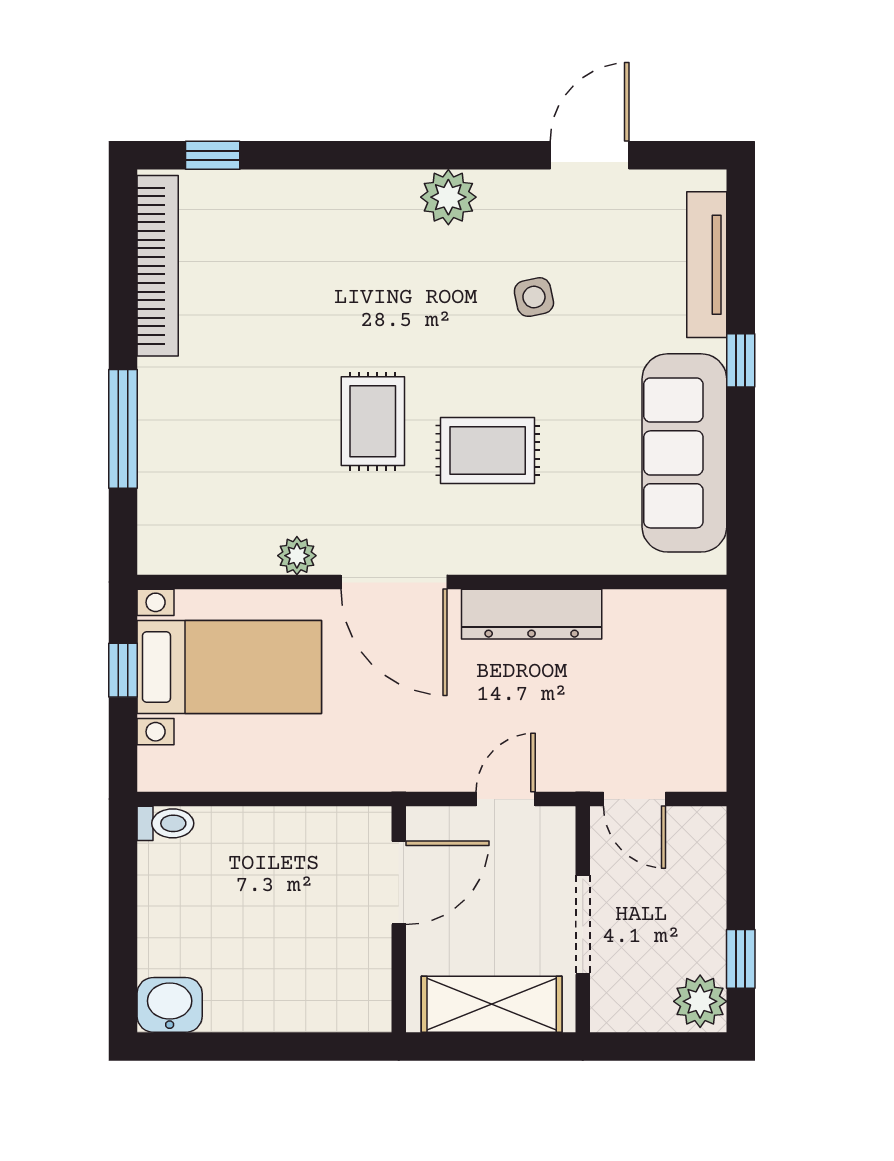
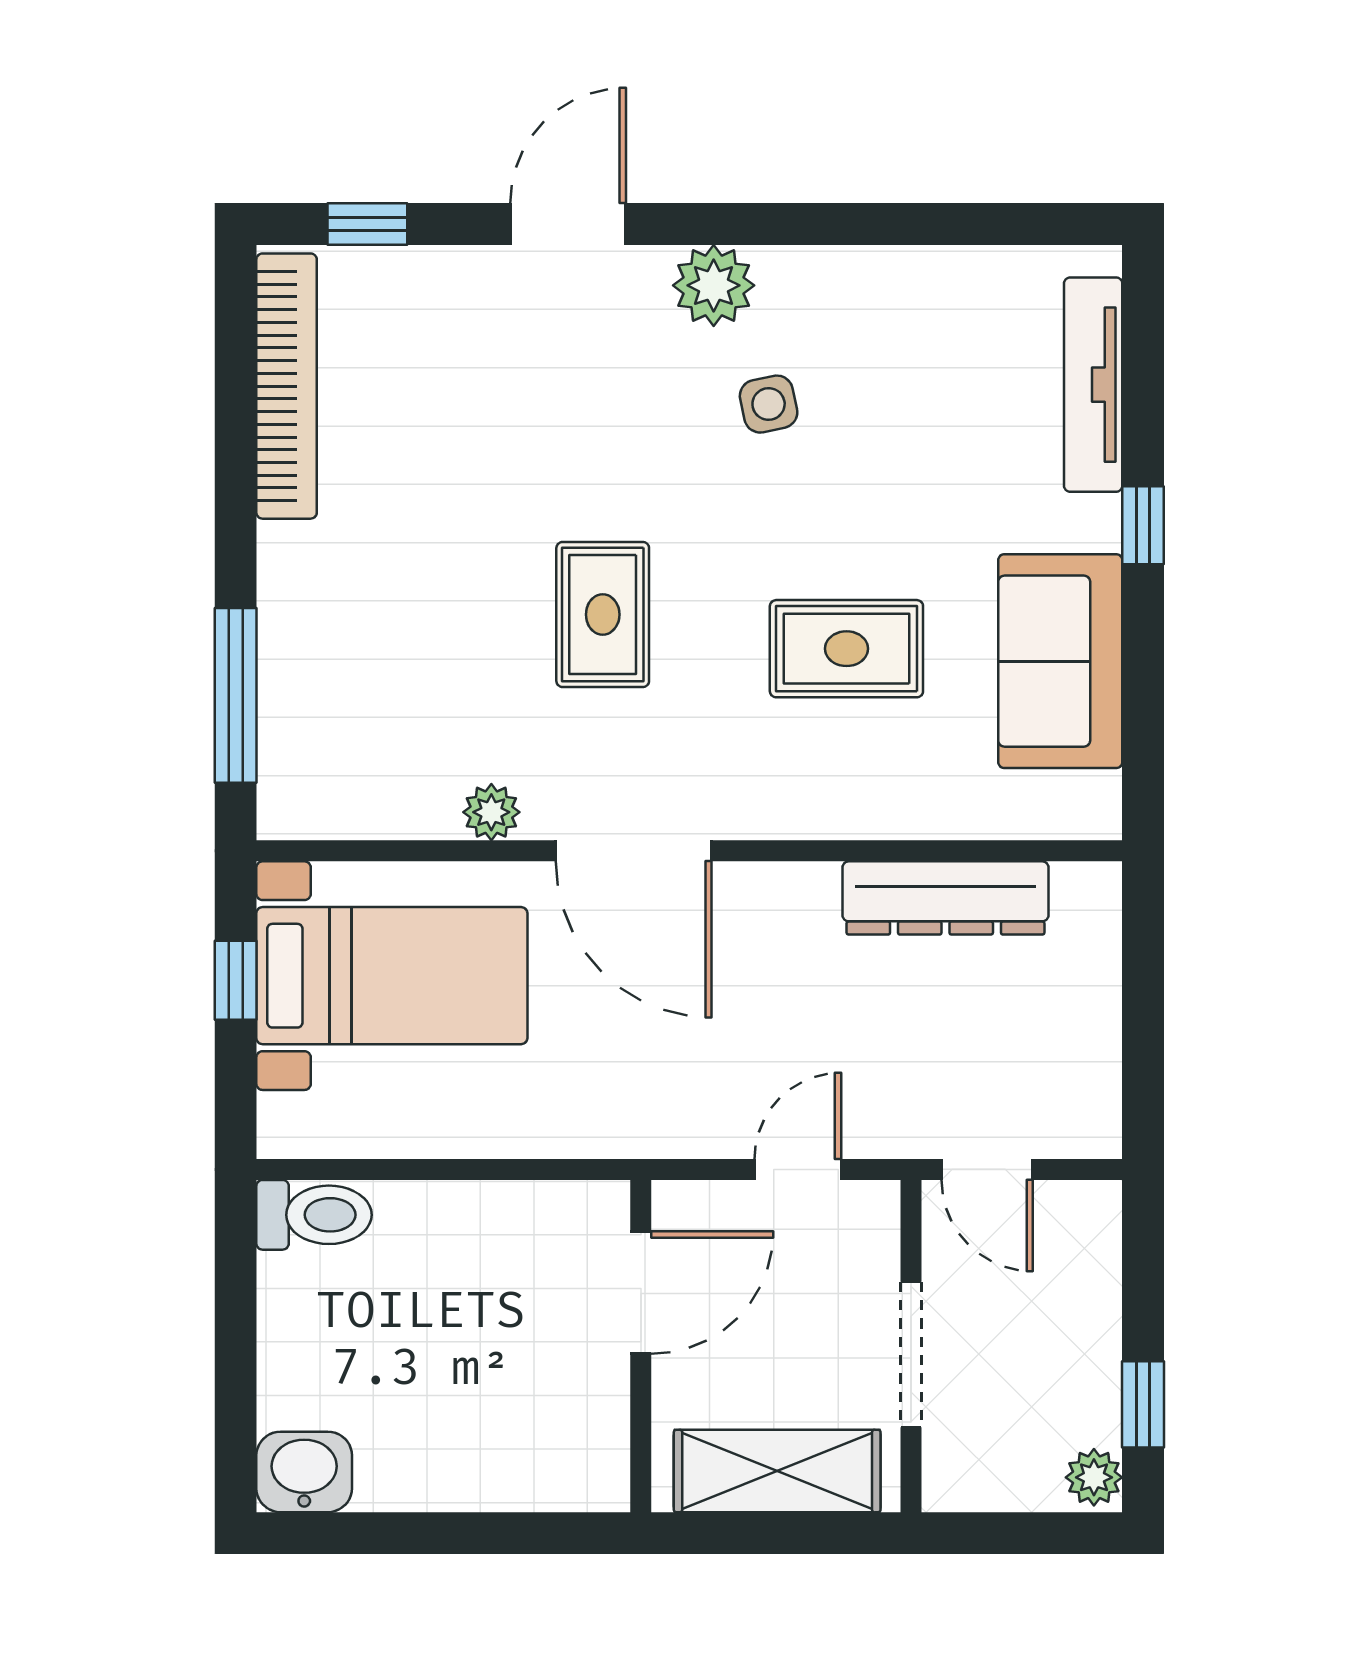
door: (590, 155) -> (568, 224), moved
side table: (534, 297) -> (769, 404), moved
window: (123, 429) -> (236, 695), moved
rug: (488, 450) -> (846, 649), moved
sofa: (684, 453) -> (1060, 661), width x0.73
dresser: (532, 614) -> (945, 898), moved
toilet: (165, 823) -> (314, 1215), width x1.37, depth x1.39
plant: (700, 1001) -> (1094, 1477), width x0.73, depth x0.73

